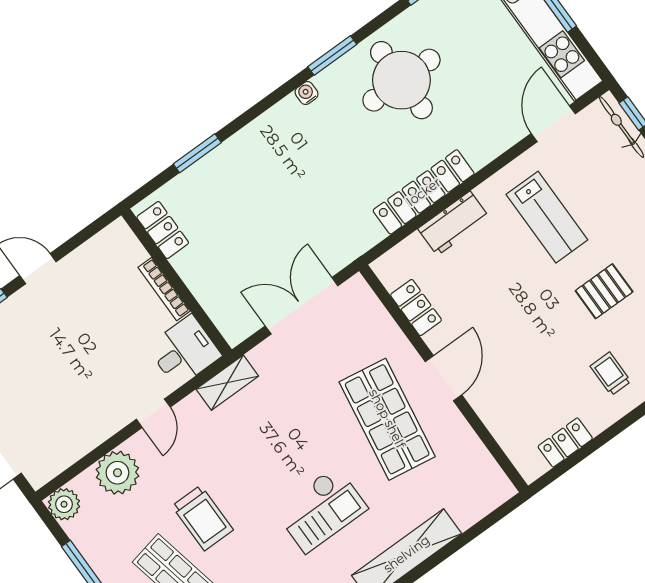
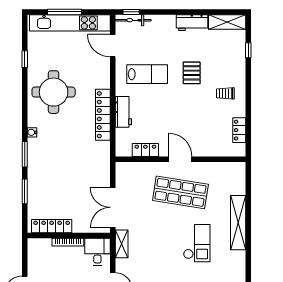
window: (332, 56) -> (25, 154), moved
locker: (163, 230) -> (52, 226), width x1.53
double door: (302, 306) -> (113, 207), moved

